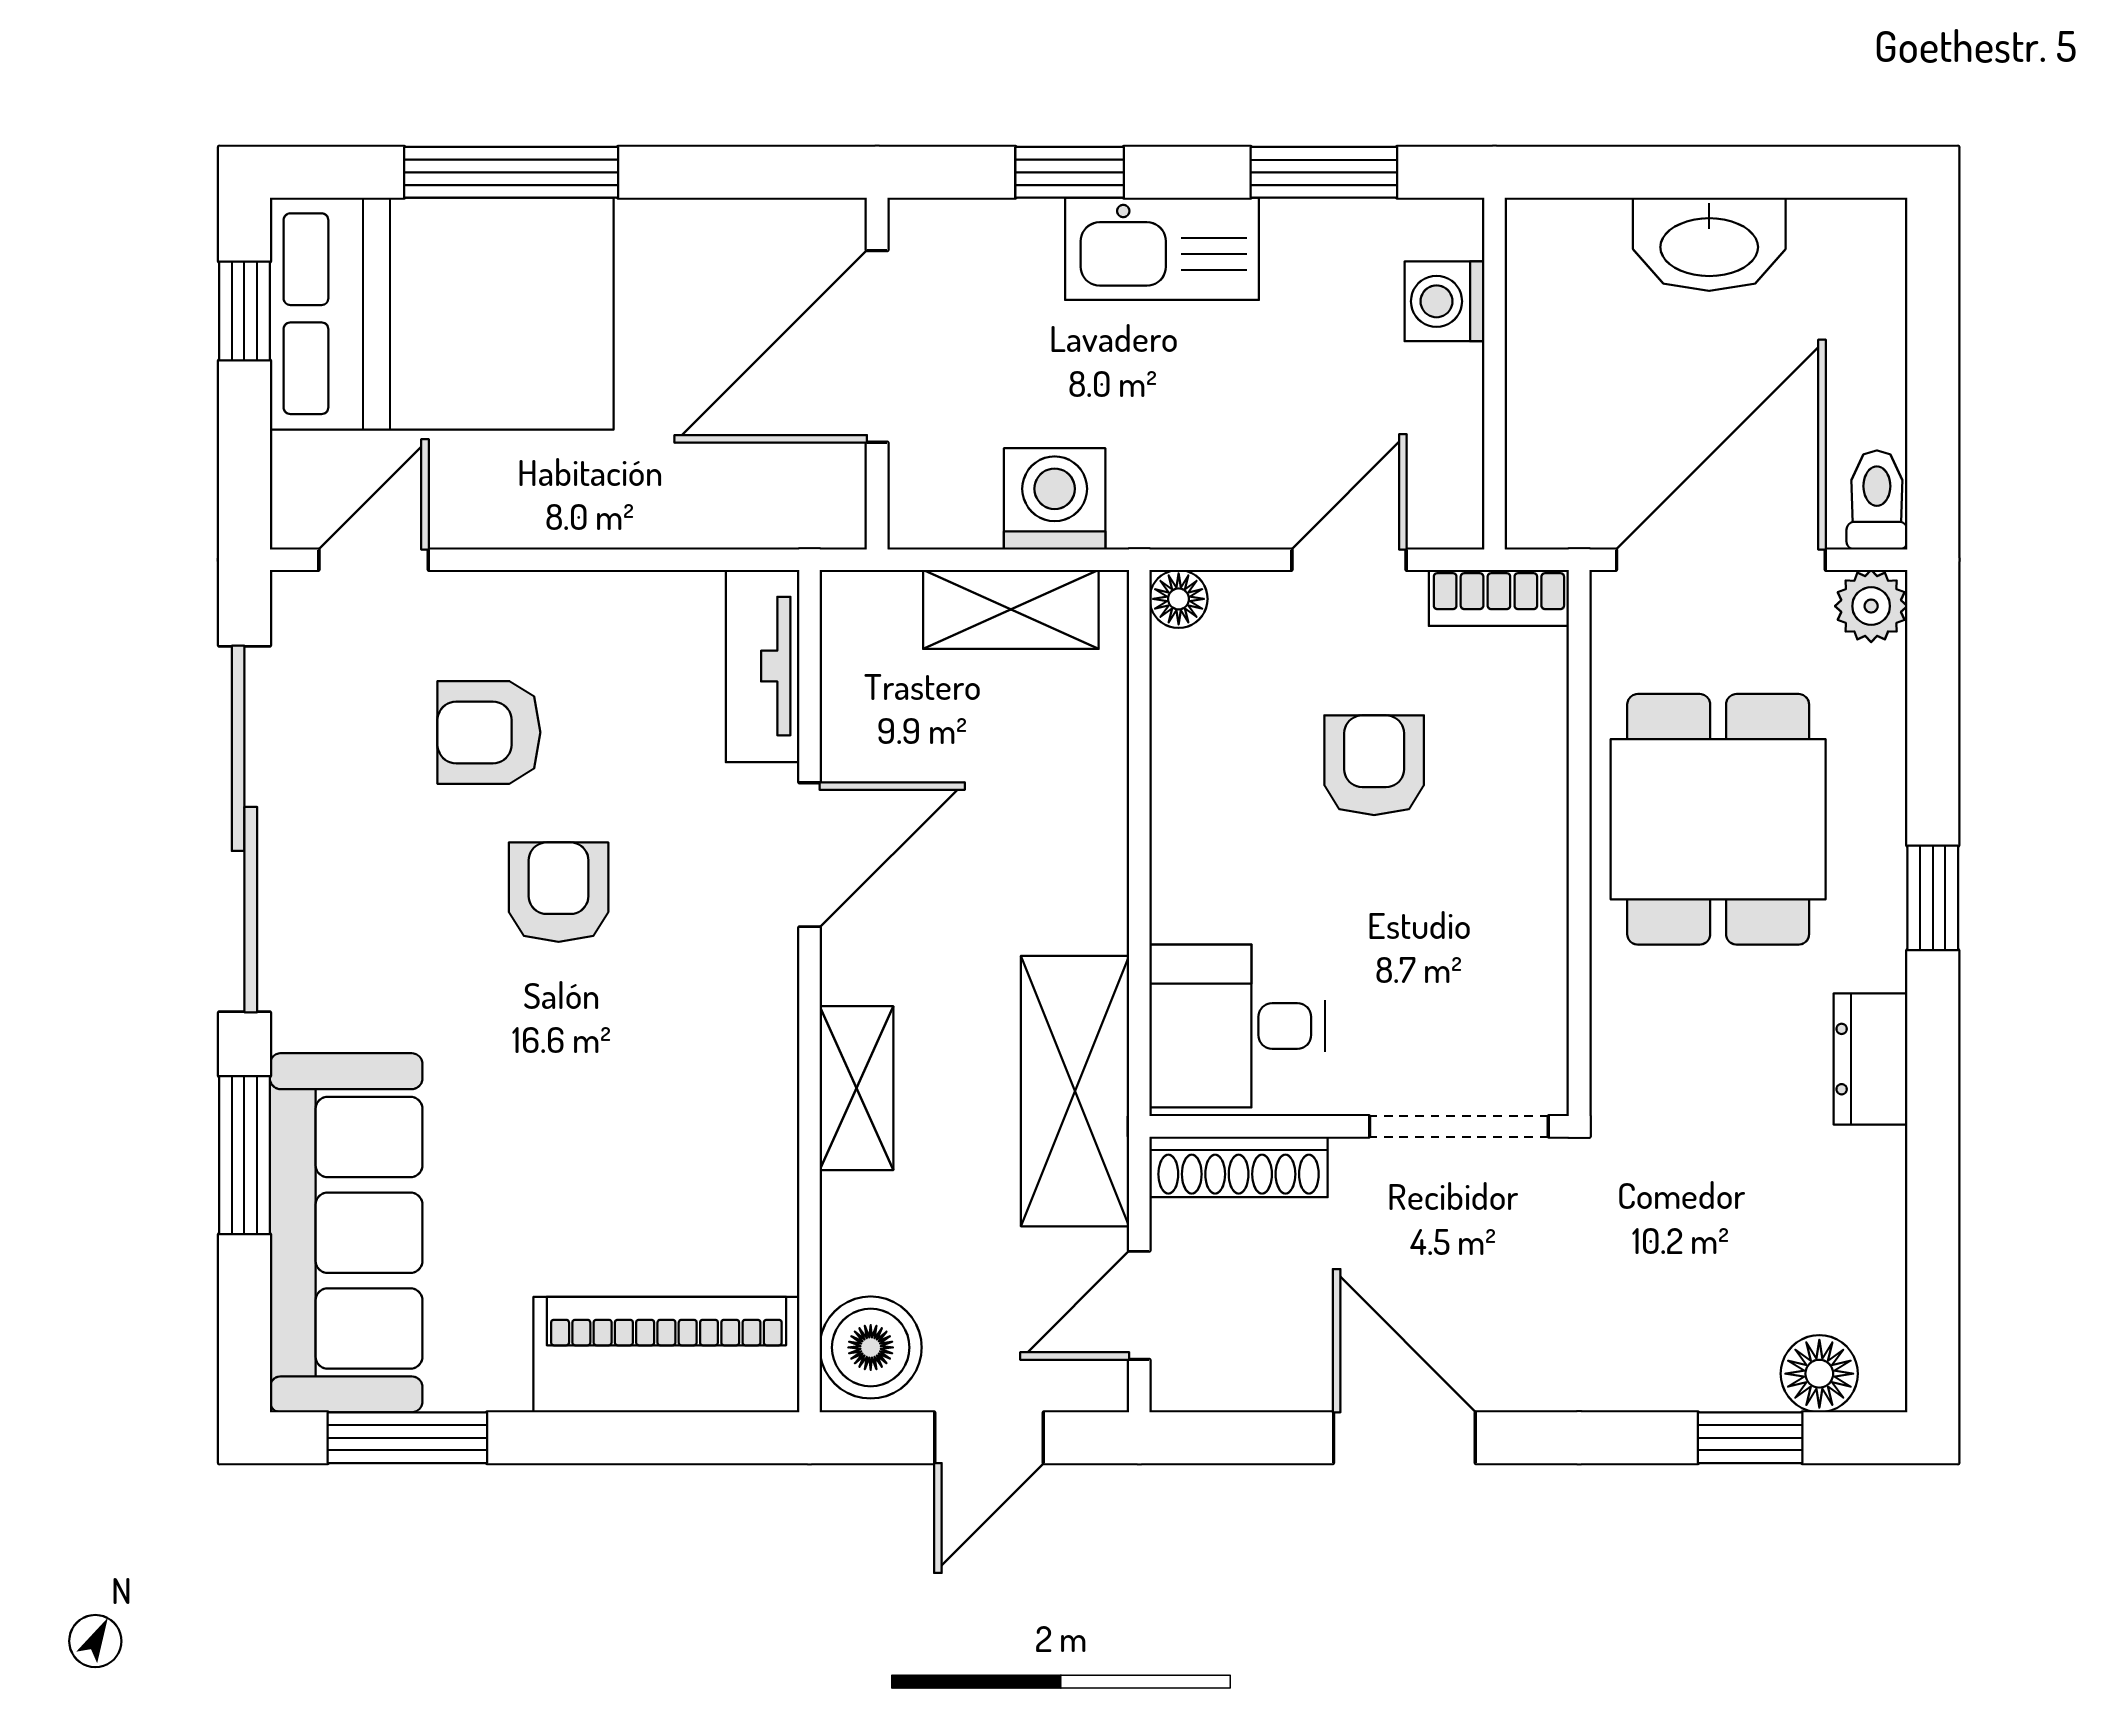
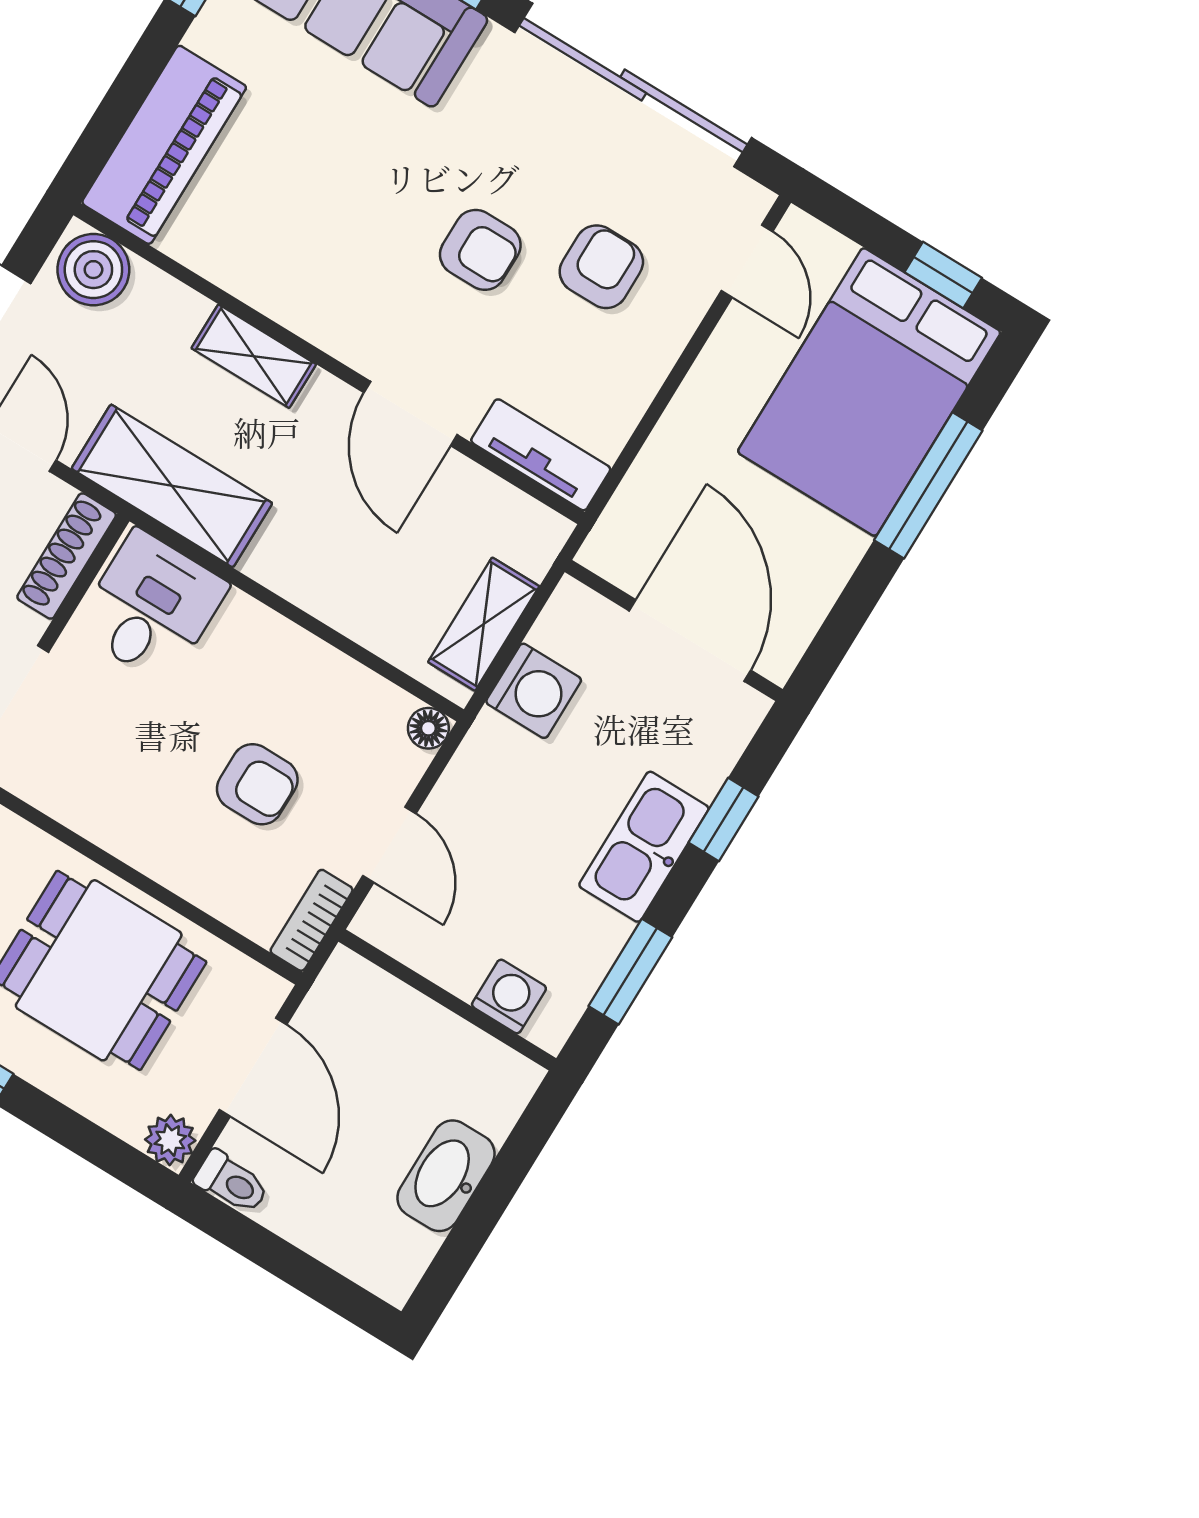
door: (1721, 560) -> (253, 1067), width x0.73

